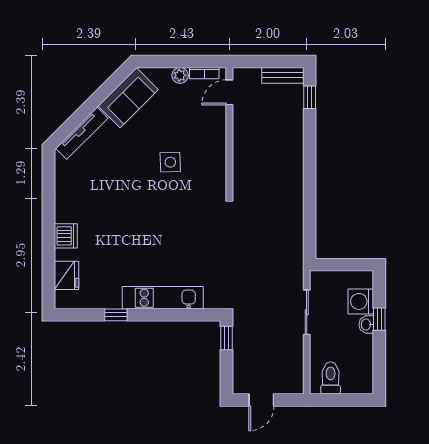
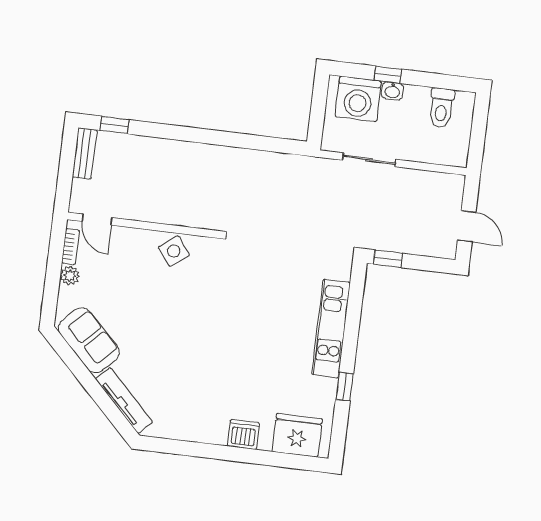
side table: (170, 162) -> (174, 251), moved, turned -35
fridge: (67, 275) -> (297, 435), width x1.36, depth x1.34
washing machine: (361, 301) -> (358, 99), width x1.37, depth x1.37
toilet: (331, 378) -> (441, 108), moved, turned -90

